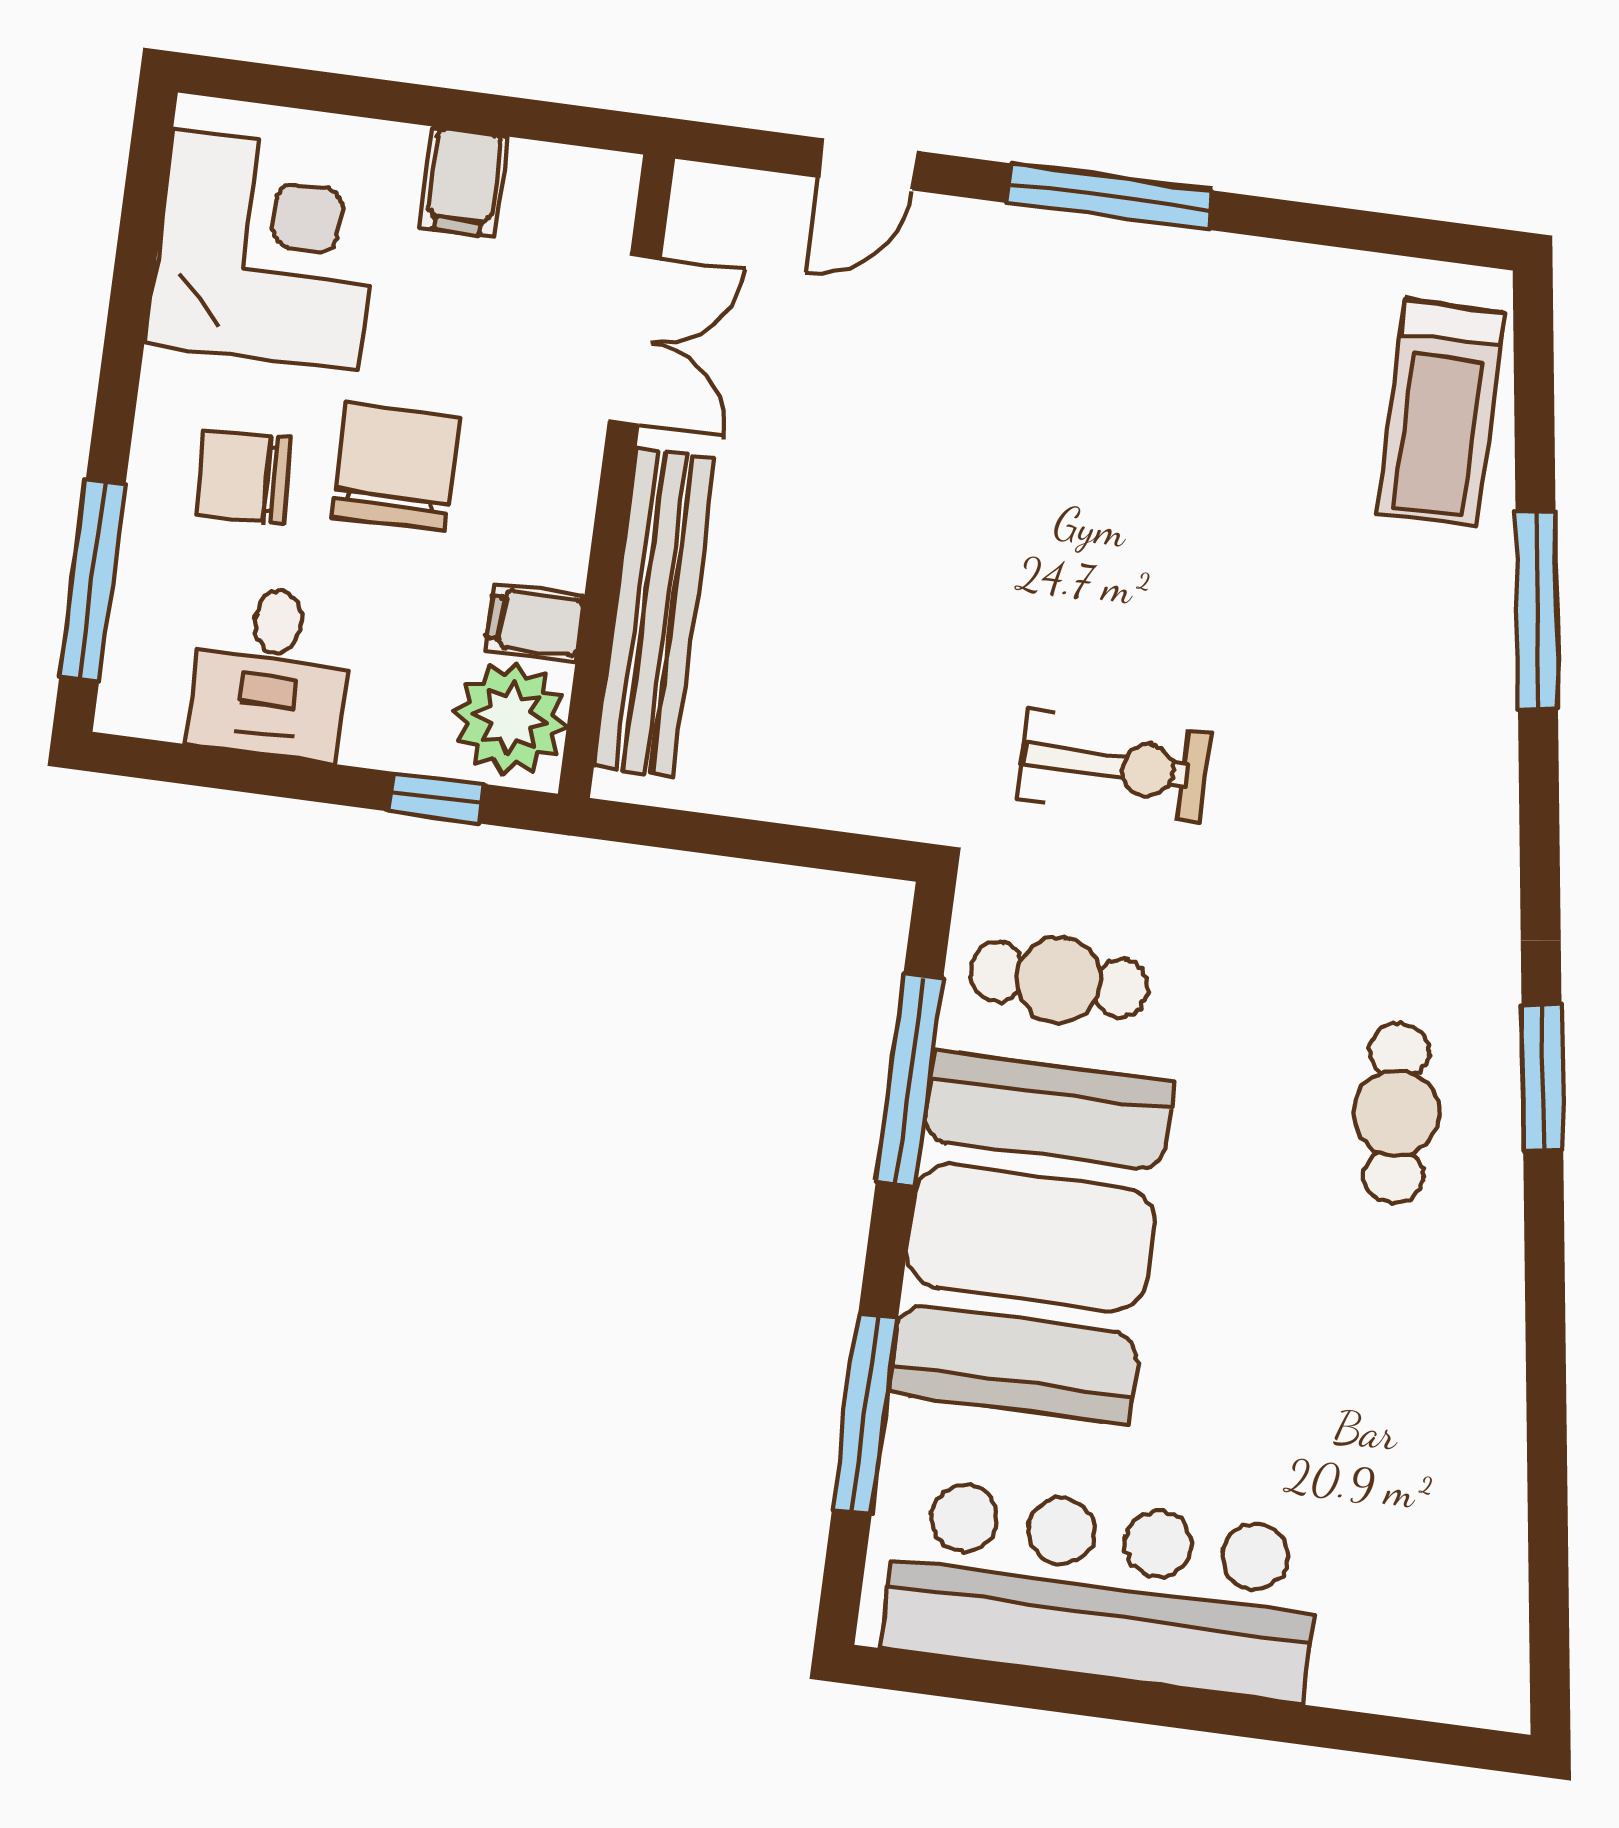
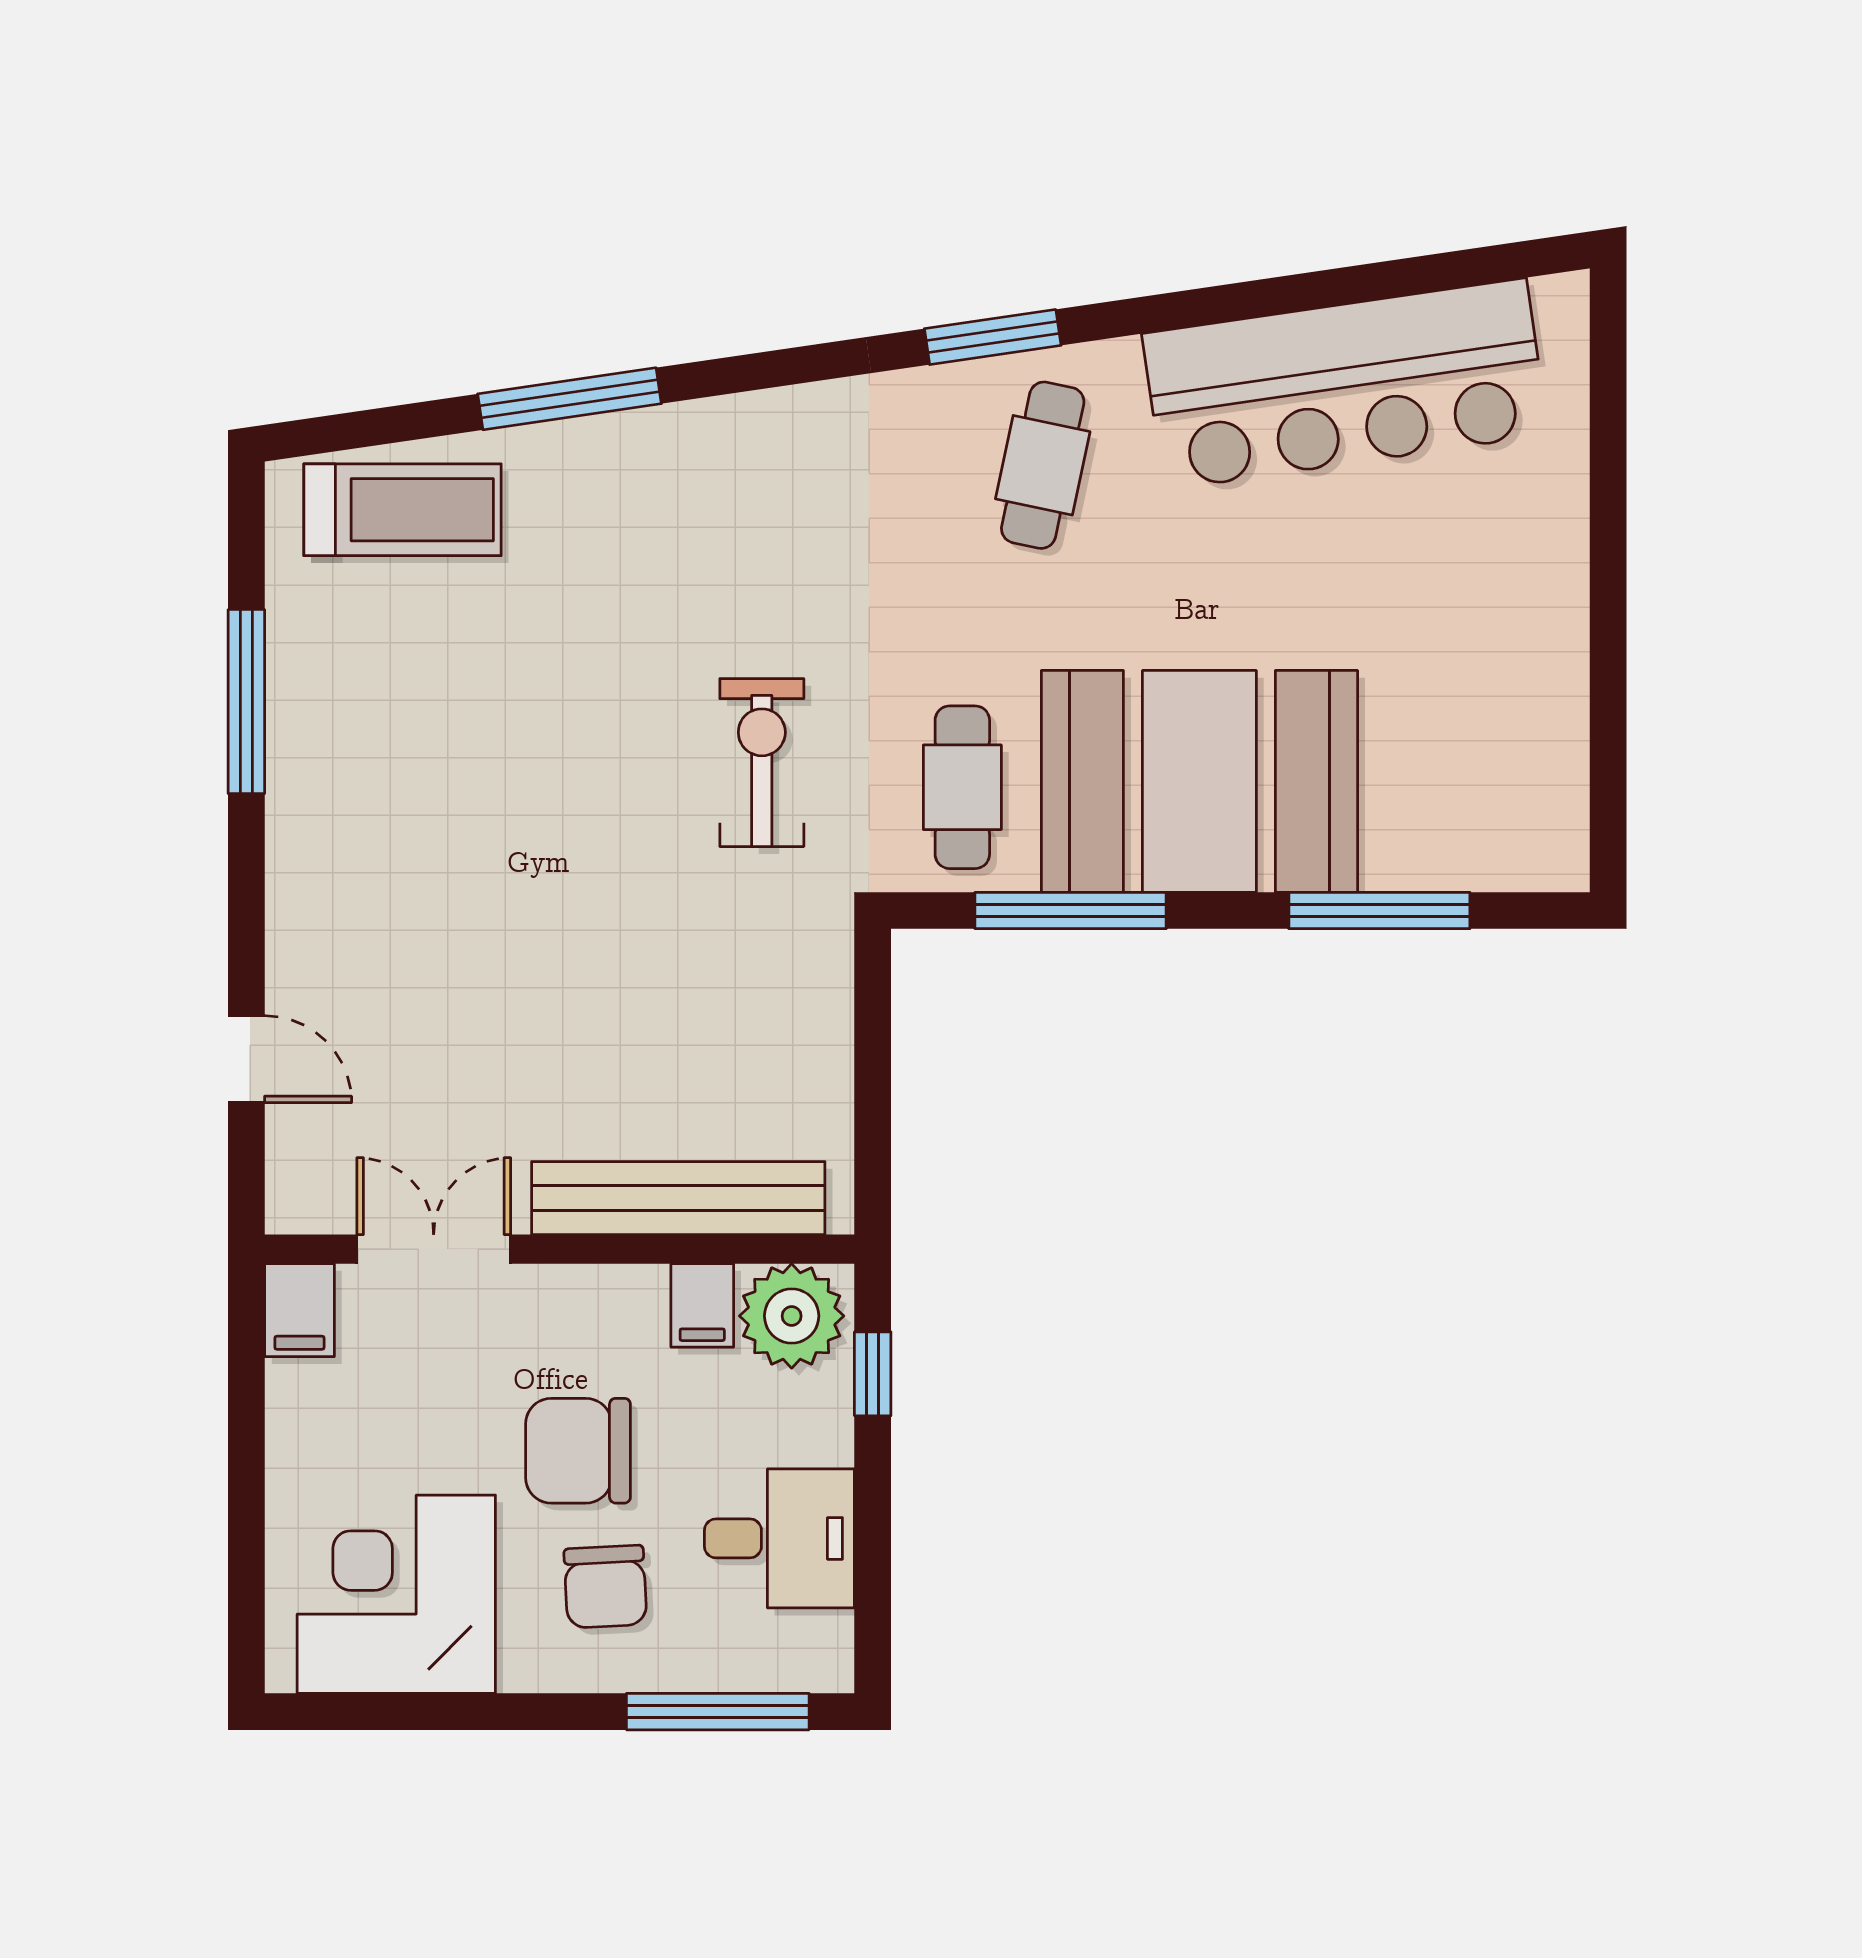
filing cabinet: (464, 182) -> (299, 1310), moved, turned 90
window: (1110, 197) -> (246, 702), moved
cafe table: (1396, 1113) -> (1043, 465), turned -73
bar counter: (1103, 1590) -> (1345, 384), moved, turned -98

